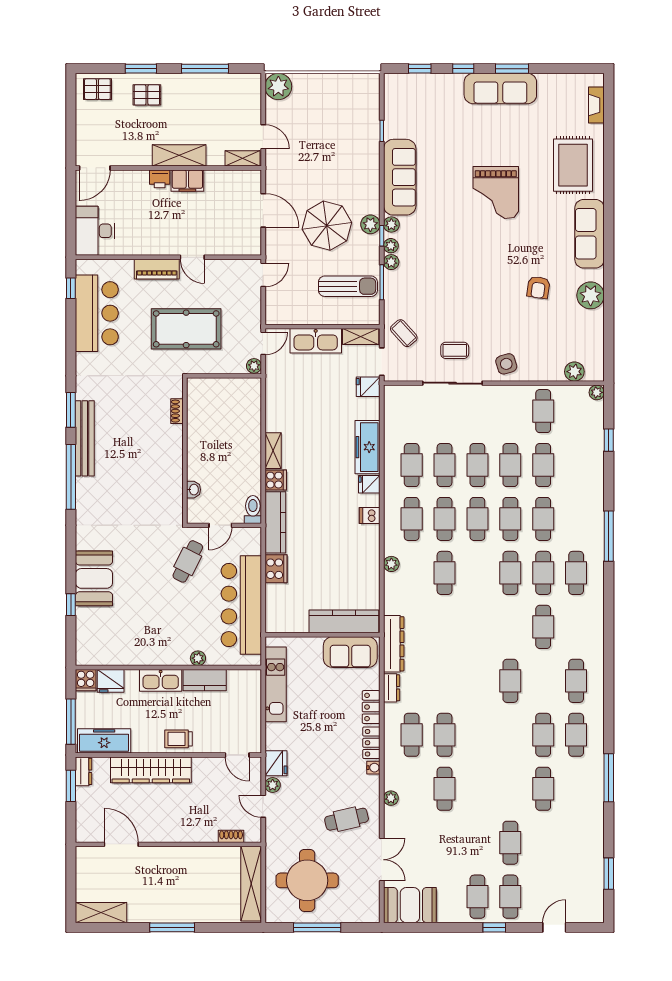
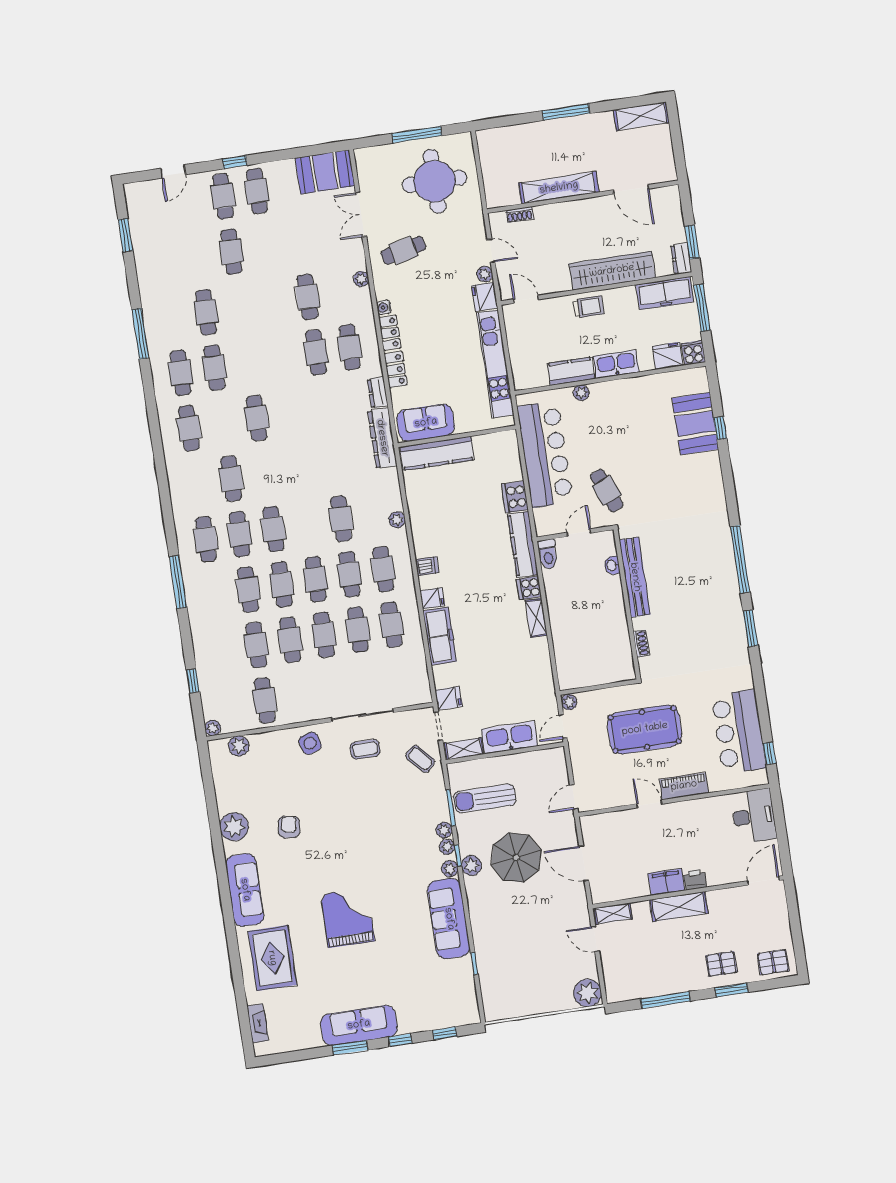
bench: (85, 438) -> (635, 577), moved
cafe table: (188, 561) -> (607, 491), turned -49
booth: (94, 578) -> (695, 424), moved
kitchen unit: (276, 684) -> (495, 364), width x1.36
shelving: (251, 884) -> (559, 188), moved, turned 90

